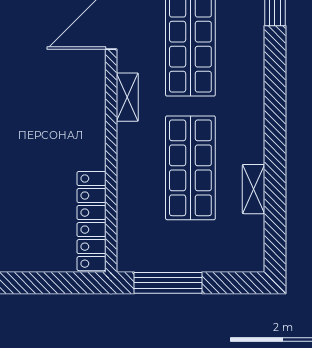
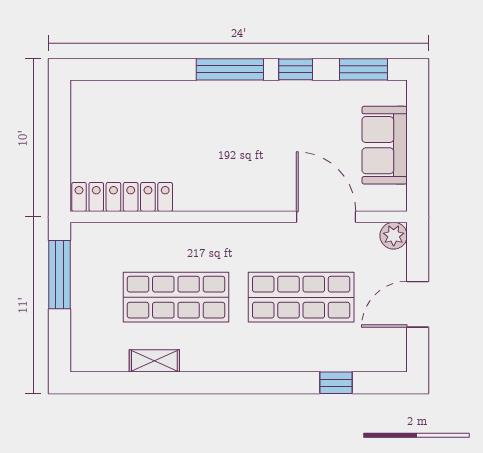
shelving: (127, 97) -> (248, 233), removed

